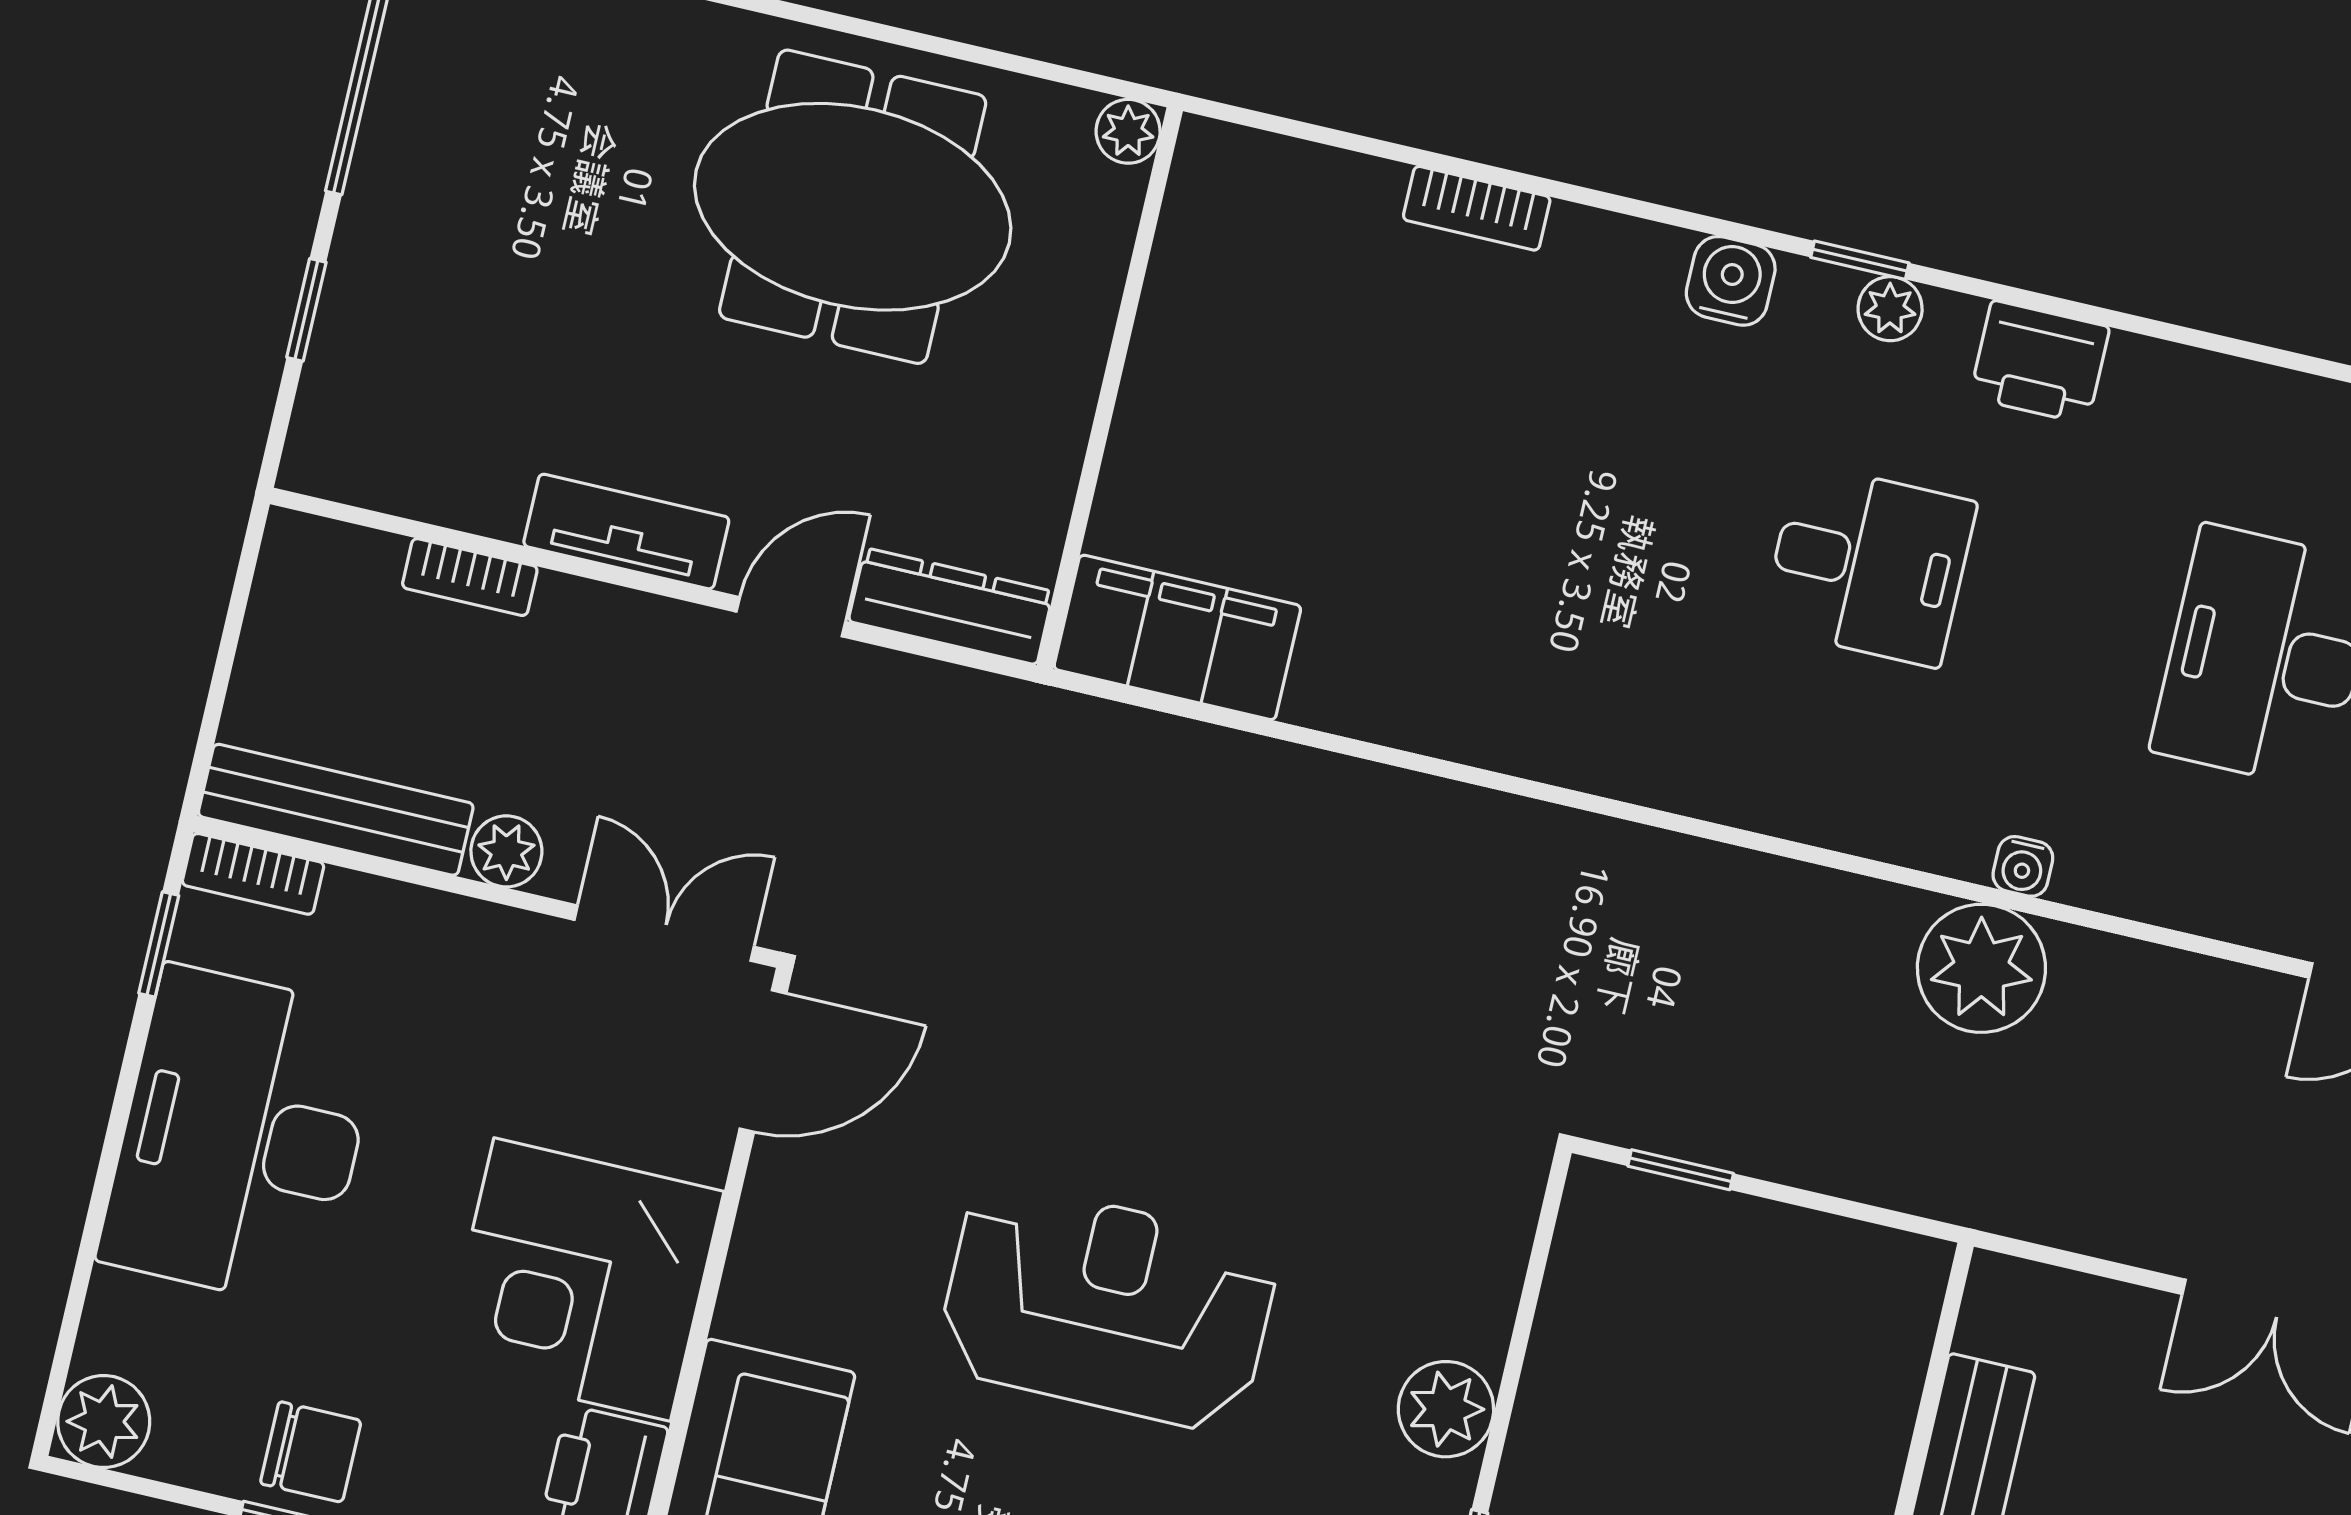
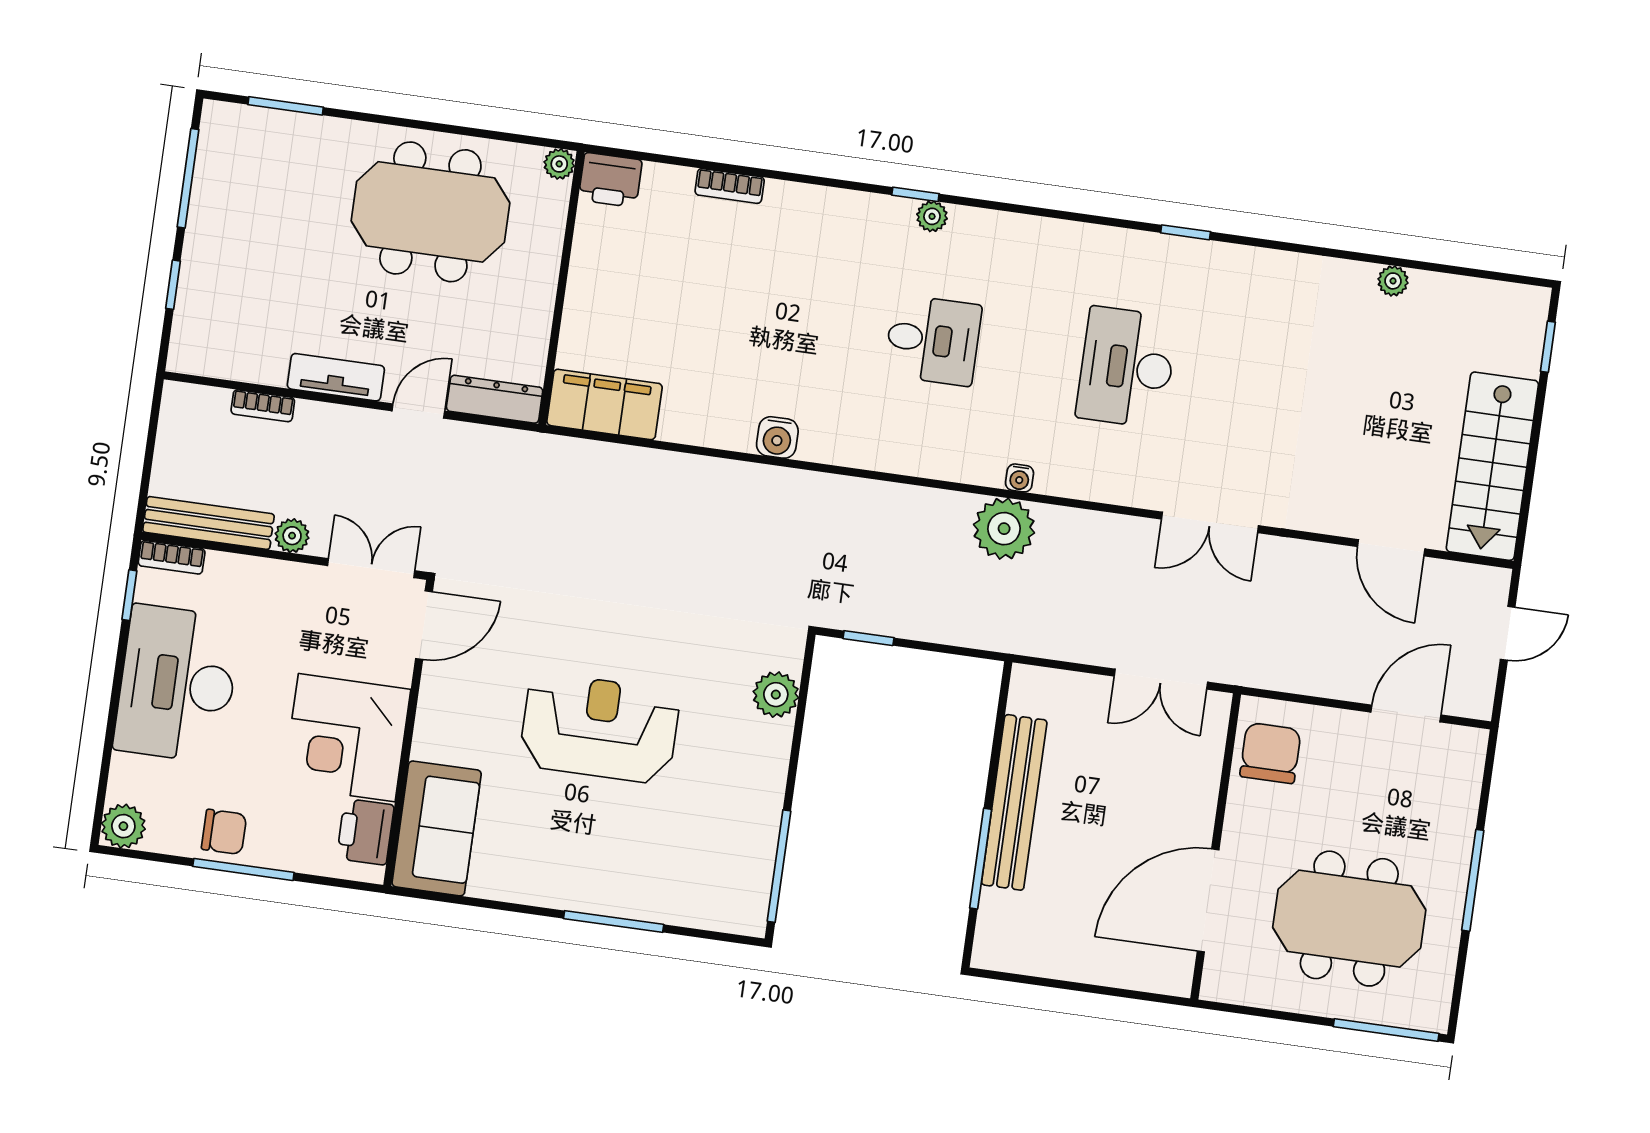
water cooler: (1731, 281) -> (777, 437), moved, turned 180
printer: (2040, 362) -> (610, 180), moved
plant: (1446, 1409) -> (776, 695), moved

